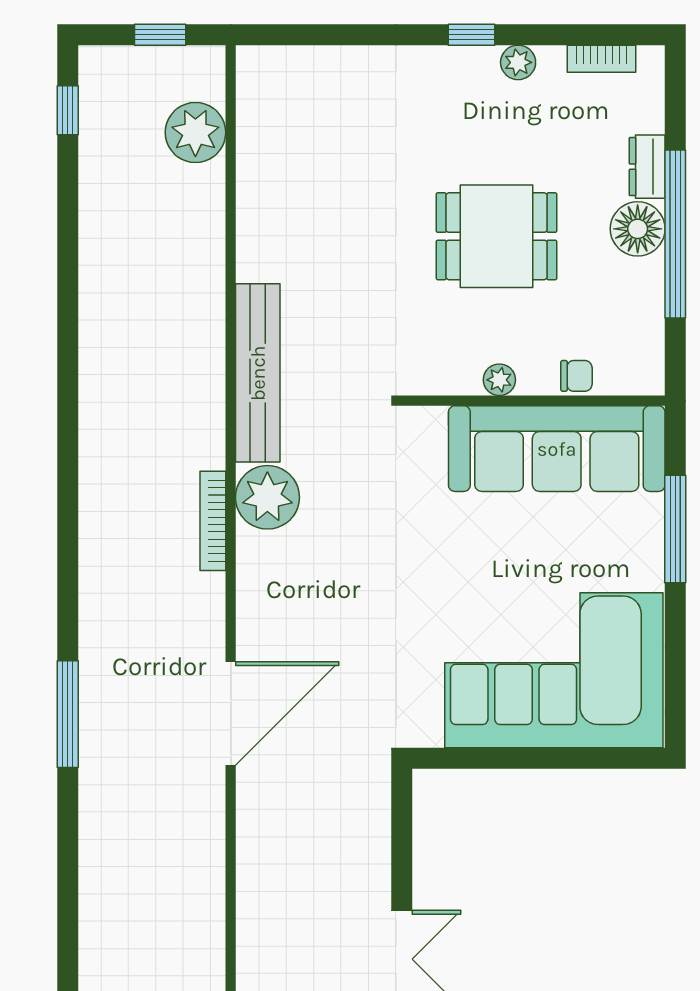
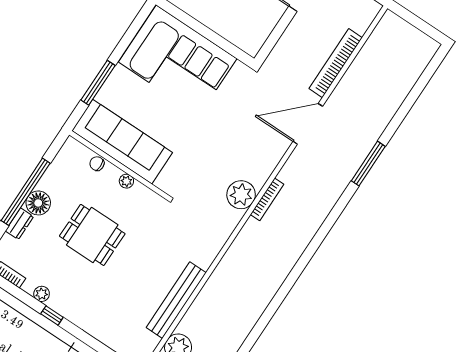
bench: (258, 373) -> (176, 300), moved
bookcase: (254, 862) -> (336, 63), added

